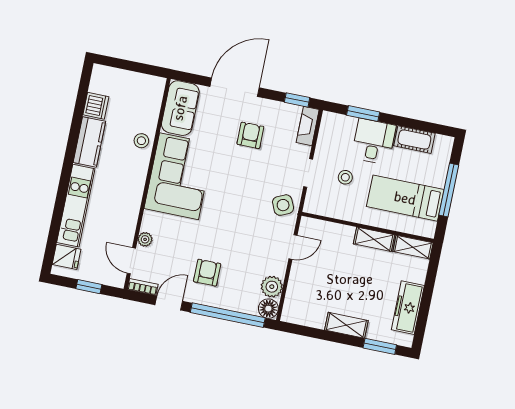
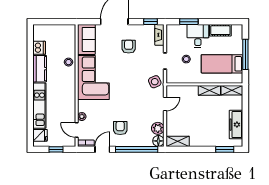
shelving: (346, 325) -> (178, 141), moved

